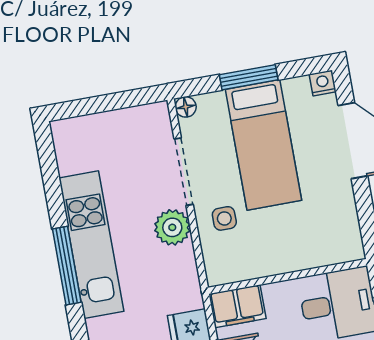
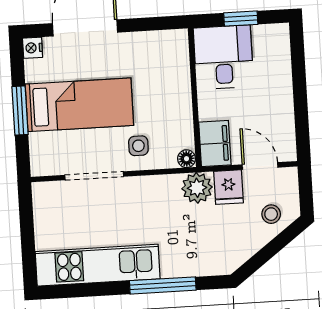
floor lamp: (186, 107) -> (187, 159), moved
plant: (172, 227) -> (197, 188), moved
kitchen unit: (91, 245) -> (98, 265), moved

